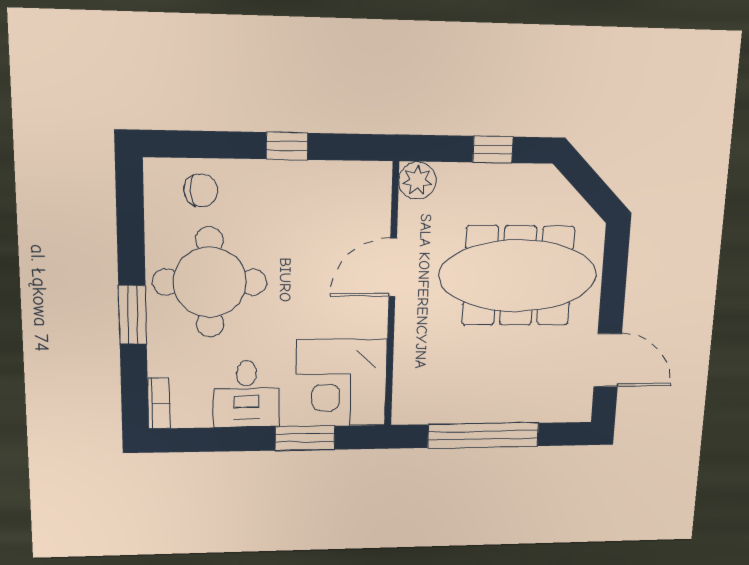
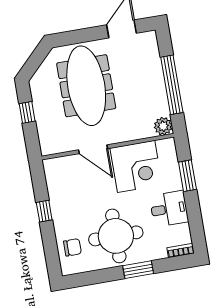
plant: (417, 180) -> (163, 126), moved
chair: (201, 190) -> (72, 247), turned 93
corner desk: (341, 383) -> (136, 166), moved

